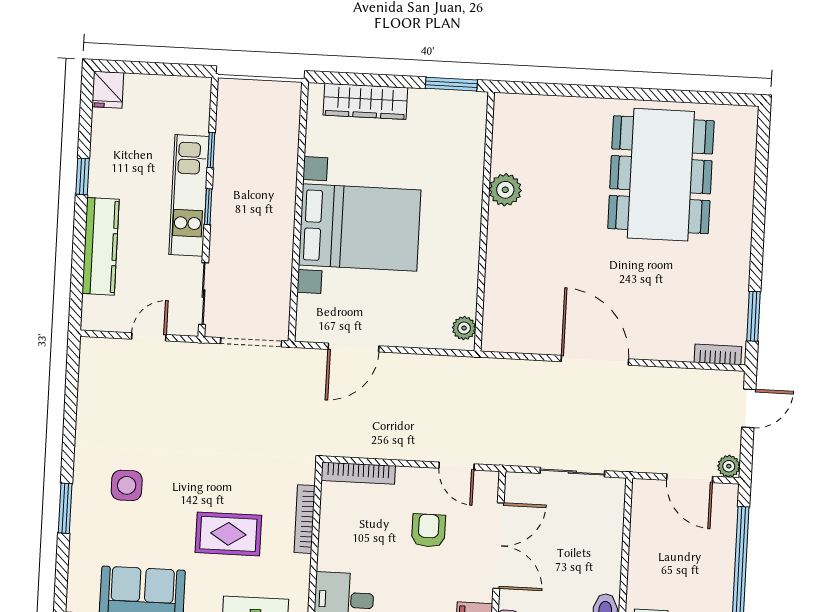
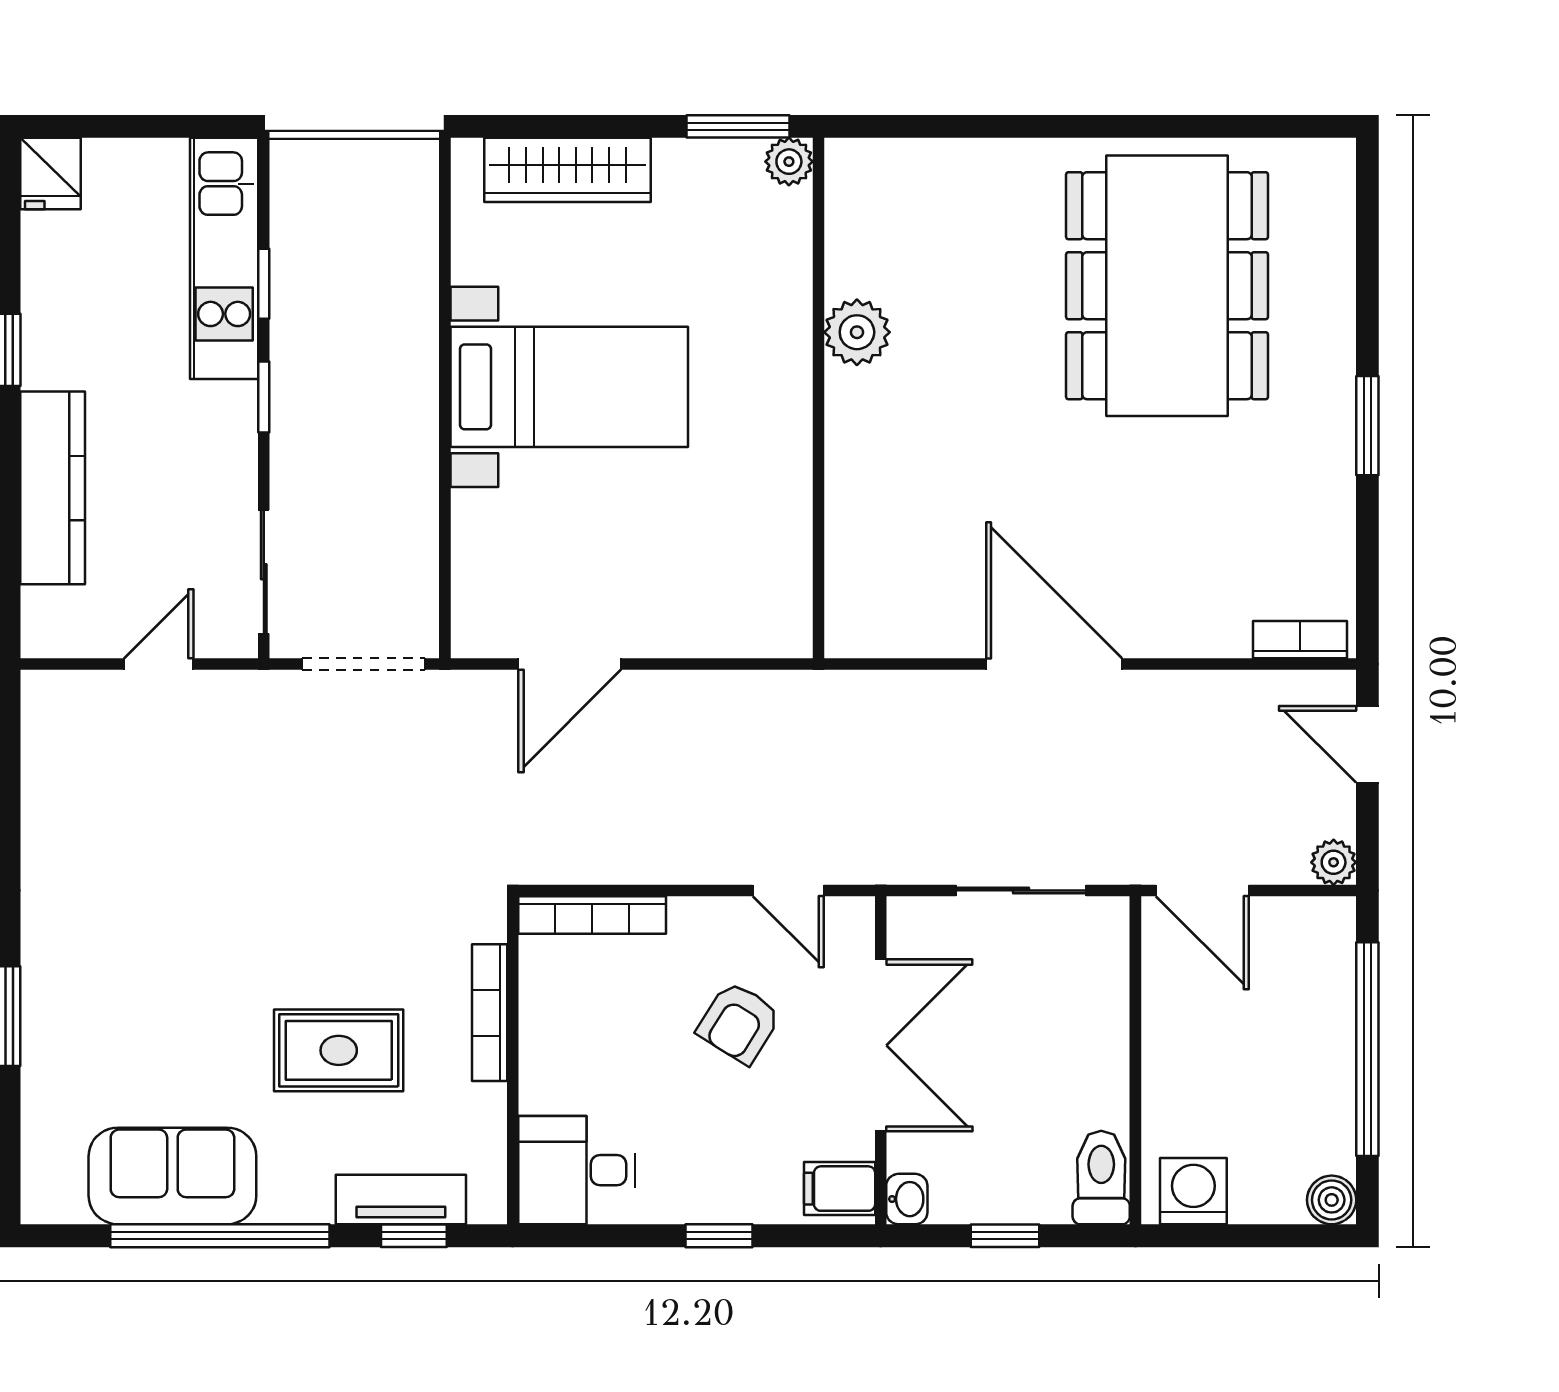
kitchen unit: (189, 195) -> (224, 258), moved
bed with nightstands: (360, 228) -> (569, 387), width x0.73
window: (754, 316) -> (1367, 426), moved
plant: (464, 328) -> (789, 162), moved
door: (749, 408) -> (1367, 744), swing flipped
door: (690, 478) -> (1202, 890), moved
side table: (127, 485) -> (130, 964), removed
armchair: (428, 531) -> (739, 1023), turned -148

